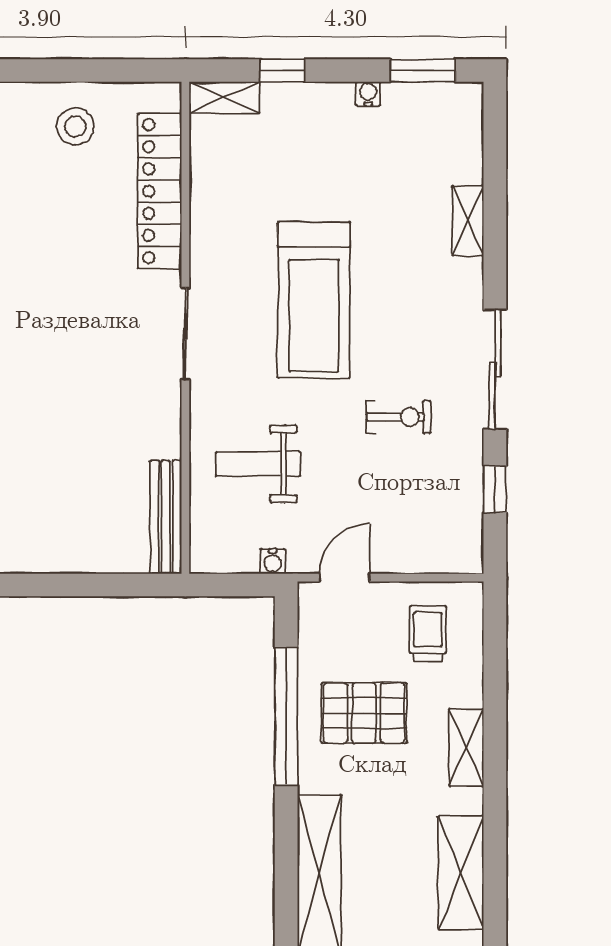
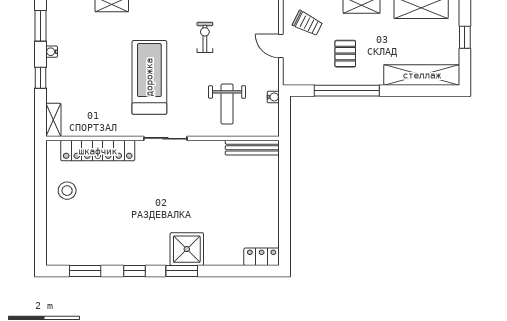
window: (282, 70) -> (41, 78), moved
treadmill: (314, 300) -> (149, 77), turned -90
door: (345, 578) -> (281, 46), moved
trolley: (428, 633) -> (307, 23), turned -153
pallet: (364, 713) -> (345, 54), width x0.67, depth x0.71

